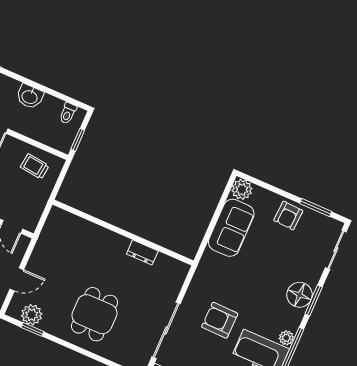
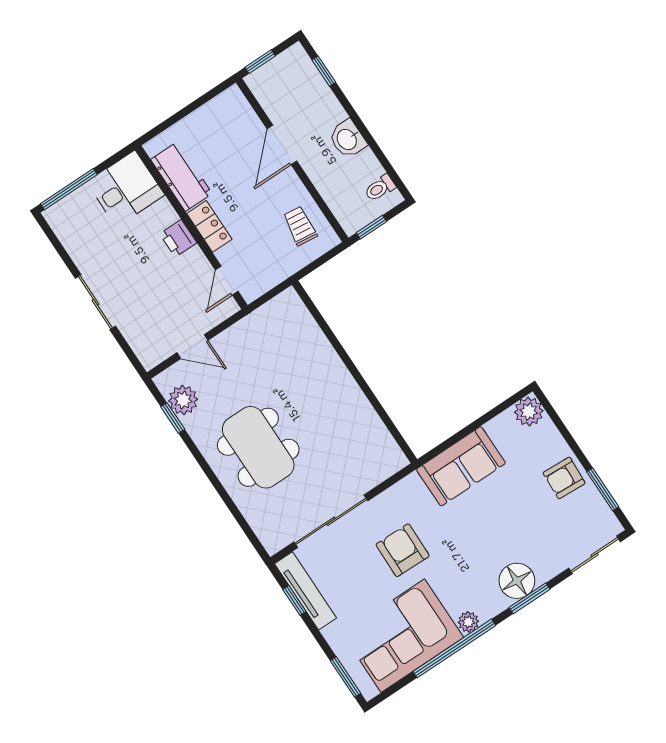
sofa: (231, 228) -> (461, 466), moved
dresser: (142, 252) -> (362, 410), removed
dining table: (94, 314) -> (258, 447), width x1.37

